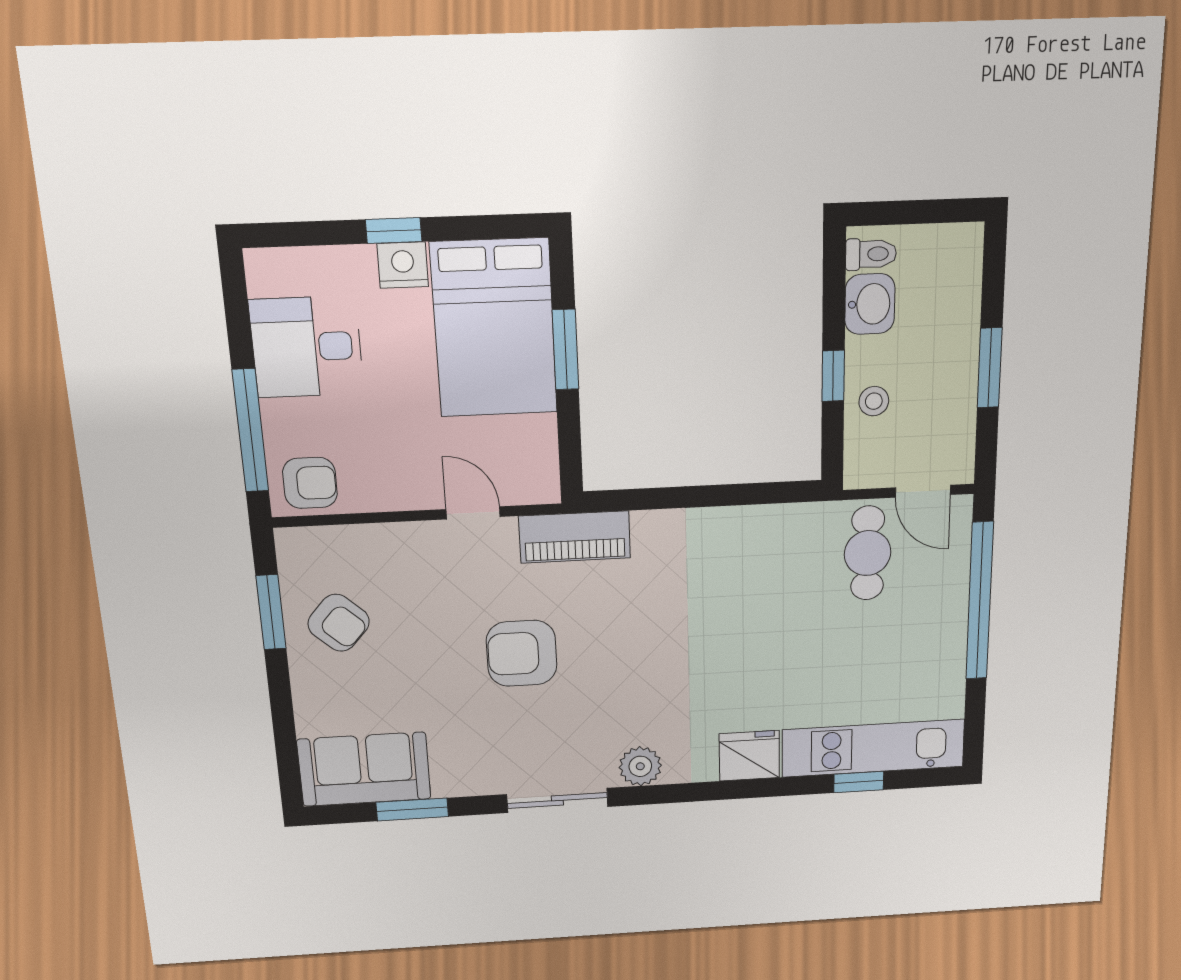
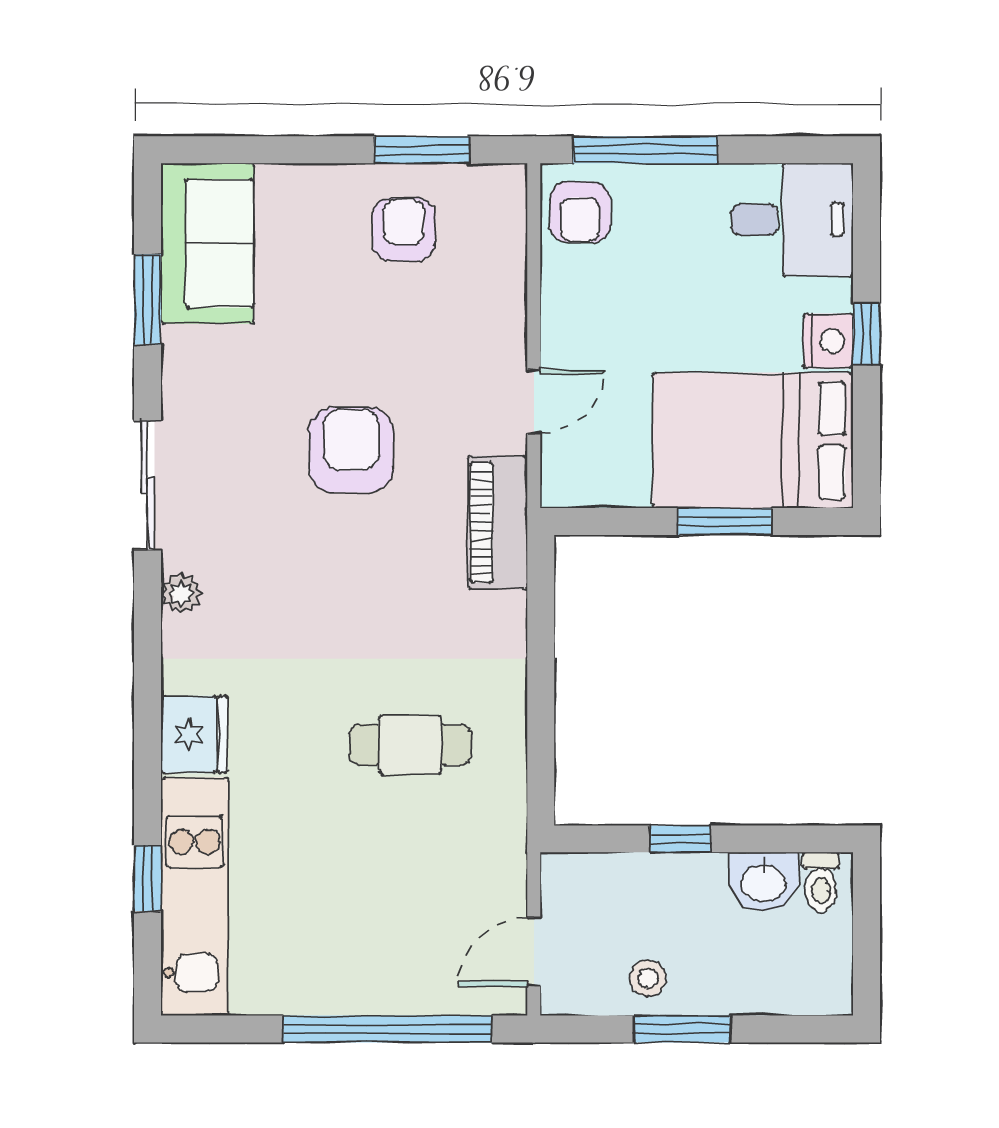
desk: (307, 347) -> (792, 220), moved, turned 90
stool: (874, 401) -> (648, 978), moved
cafe table: (868, 553) -> (410, 745), moved
armchair: (339, 623) -> (404, 229), turned 138
plant: (640, 766) -> (181, 593), width x0.73, depth x0.73

